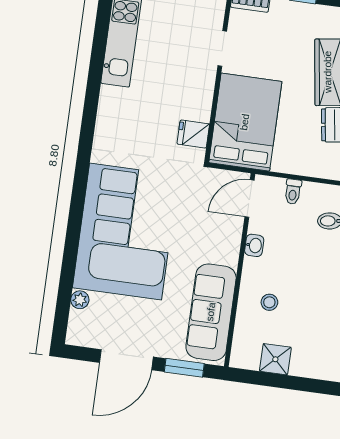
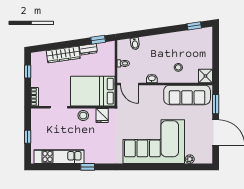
window: (93, 90) -> (88, 167), added
stool: (198, 96) -> (83, 116), added
shower: (275, 359) -> (205, 76), moved

